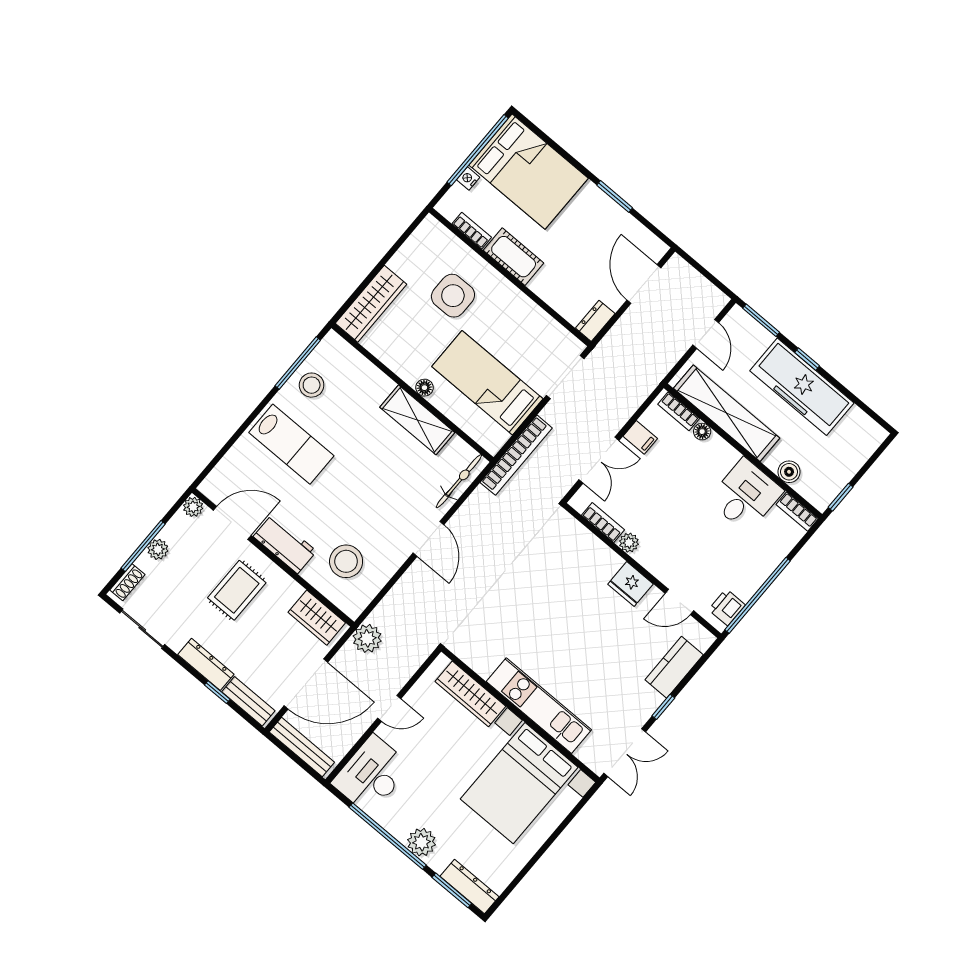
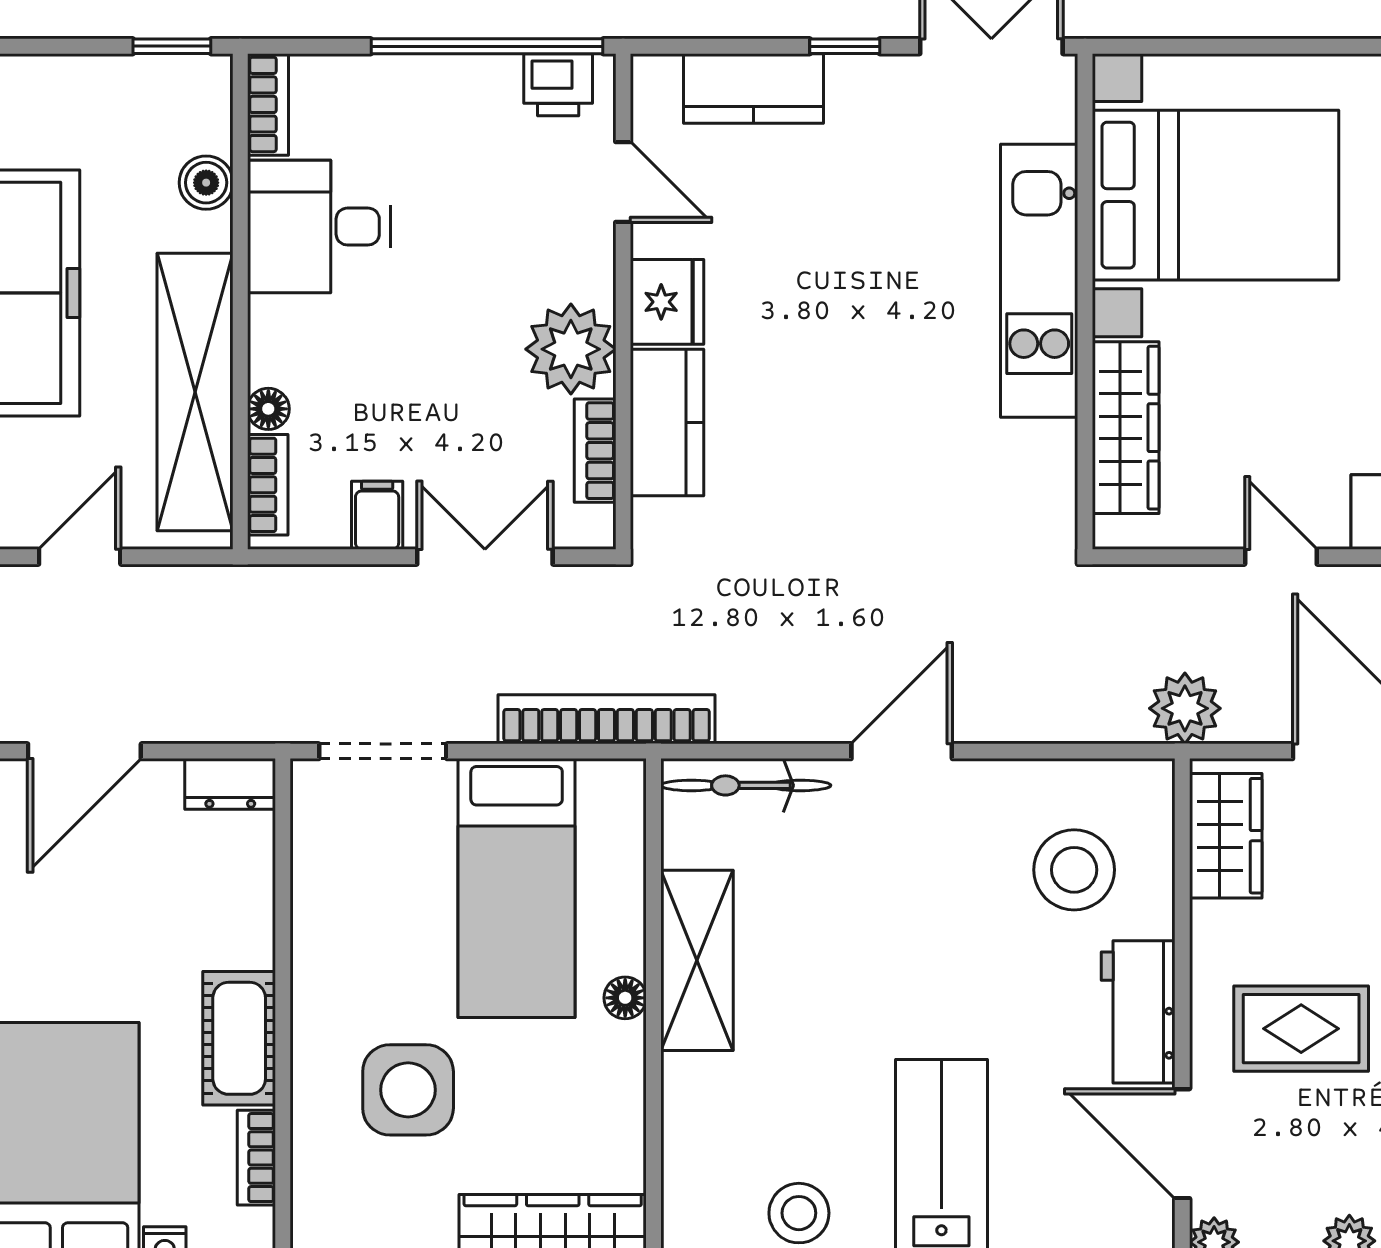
plant: (629, 543) -> (571, 349), width x1.87, depth x1.87
kitchen counter: (593, 552) -> (667, 423), added

